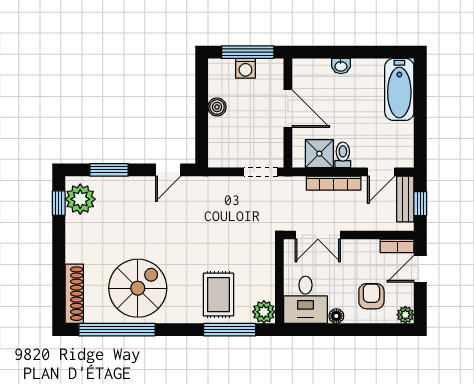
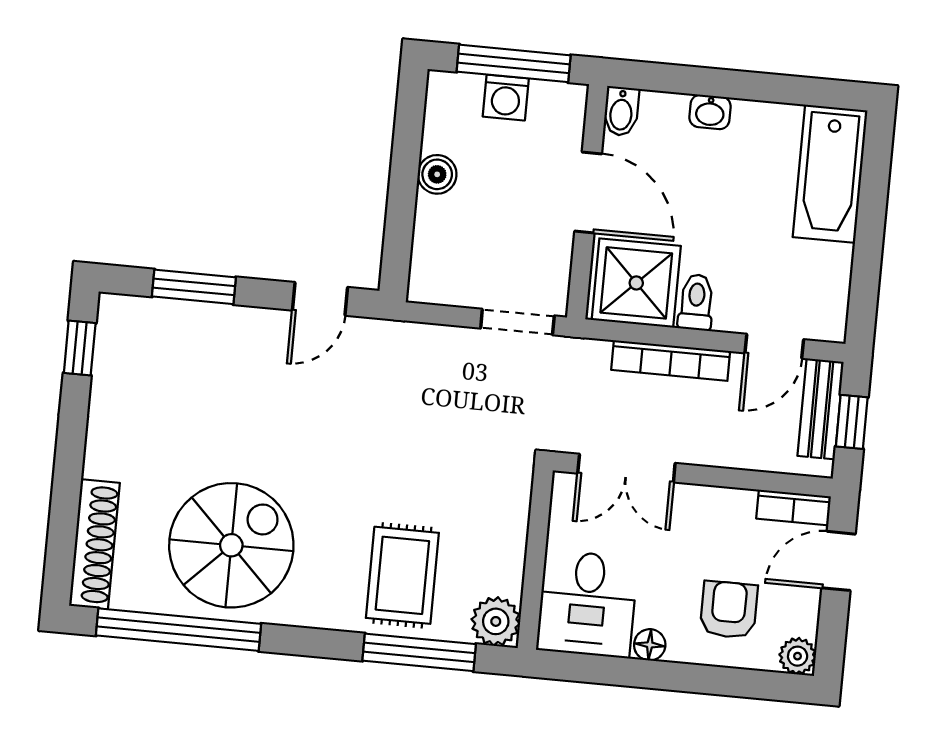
bidet: (300, 70) -> (621, 111), added
shower: (319, 154) -> (636, 283), width x1.36, depth x1.36
plant: (80, 199) -> (127, 343), removed

